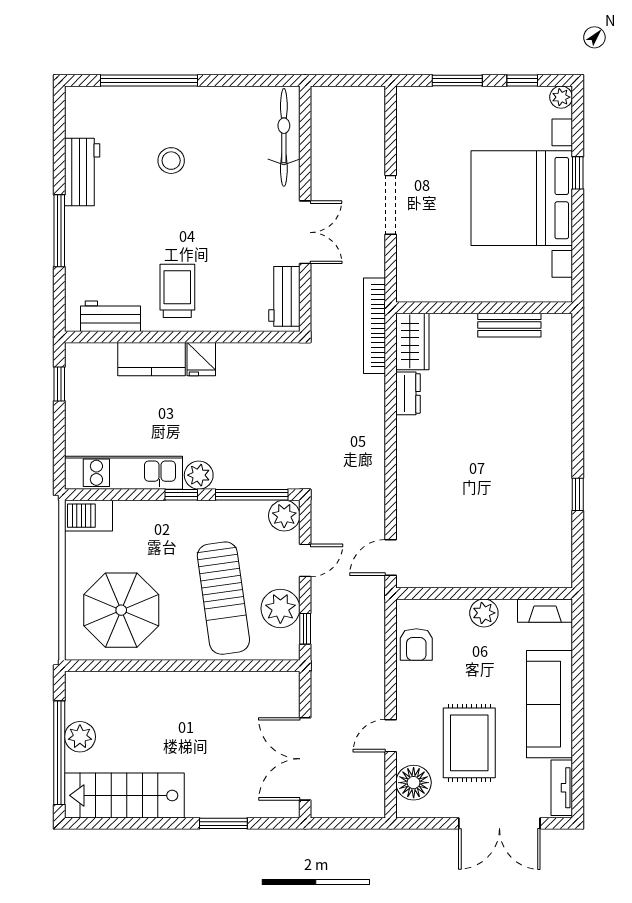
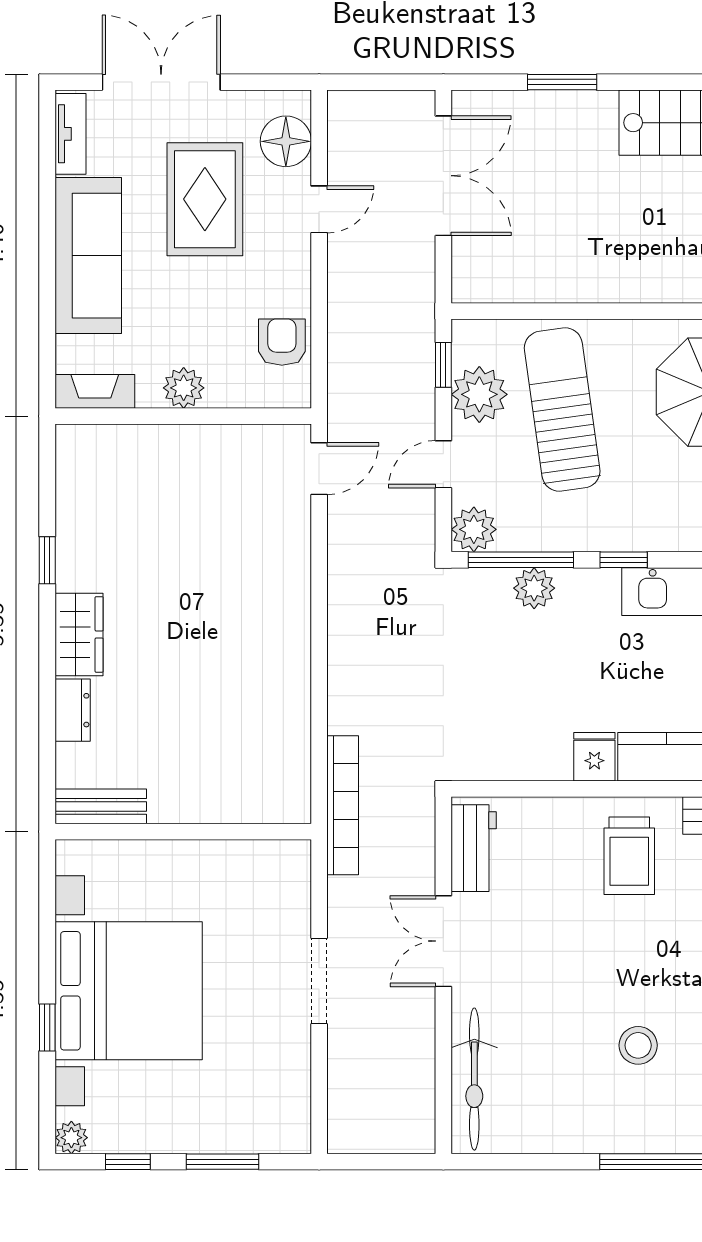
bench: (509, 325) -> (101, 806), moved
wardrobe: (412, 341) -> (79, 634), moved, turned 180
dresser: (408, 393) -> (73, 710), moved, turned 180
plant: (199, 475) -> (534, 588), moved

